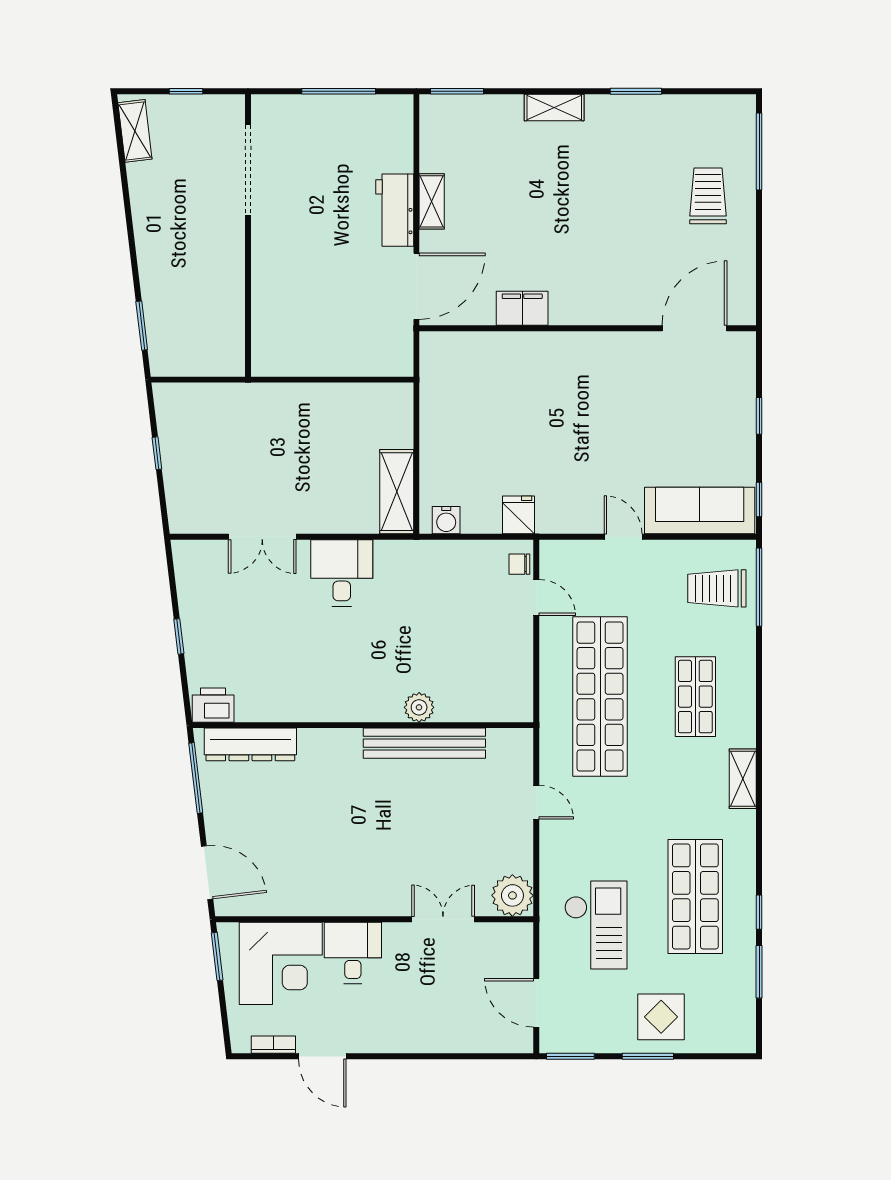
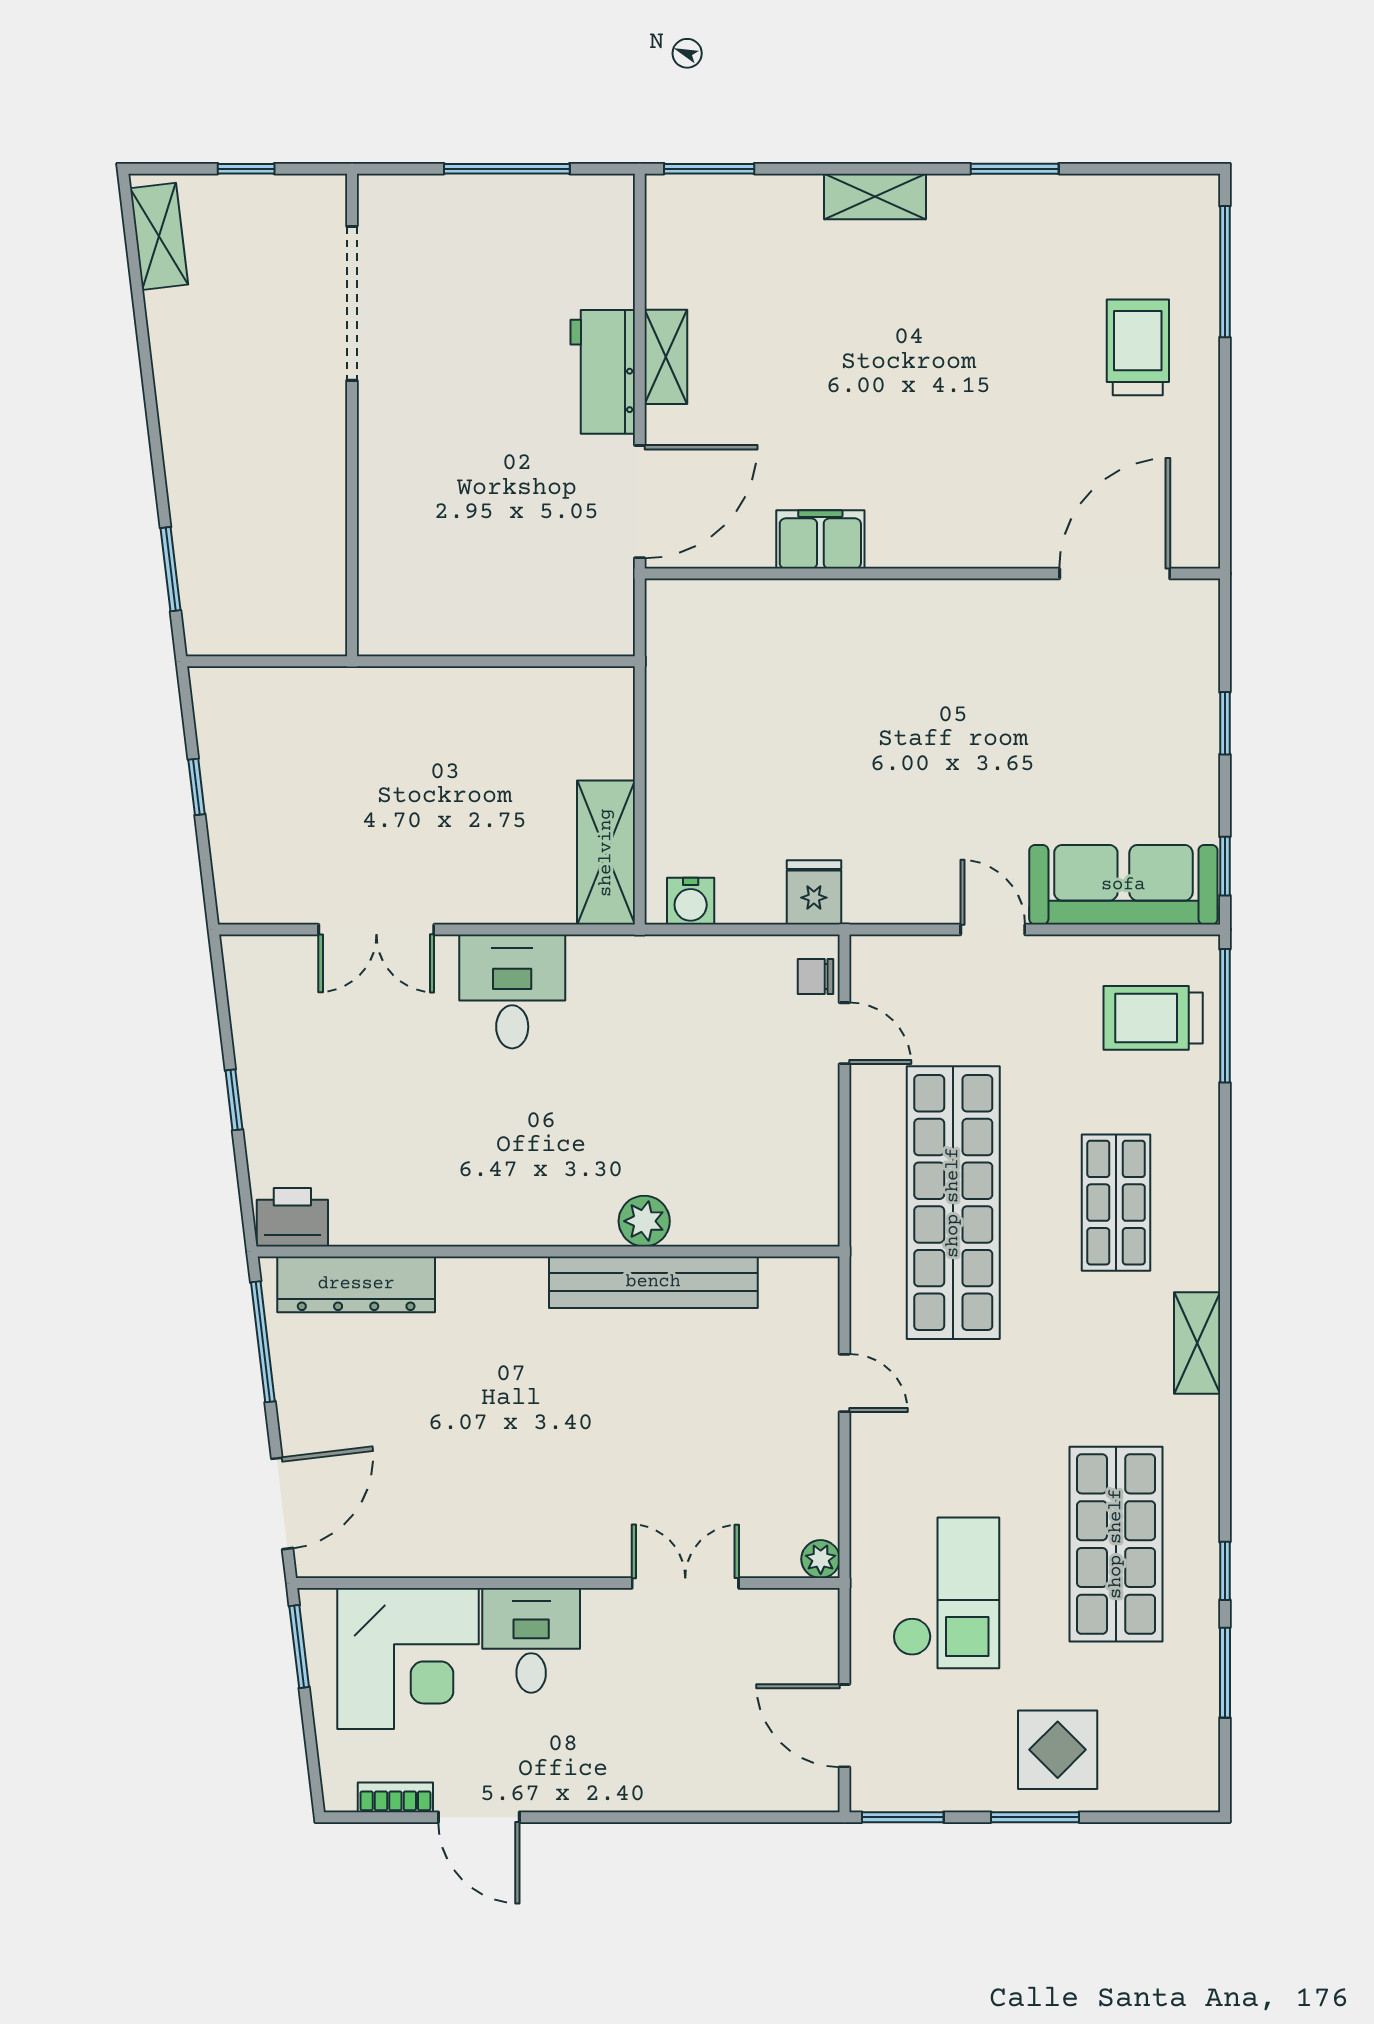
door: (207, 873) -> (282, 1503), hinge flipped
plant: (512, 895) -> (821, 1559), width x0.53, depth x0.53

